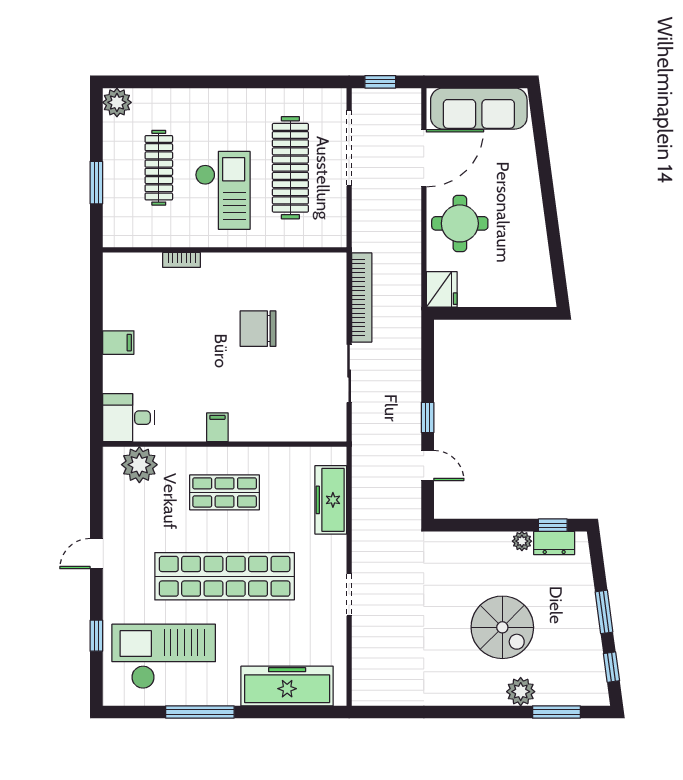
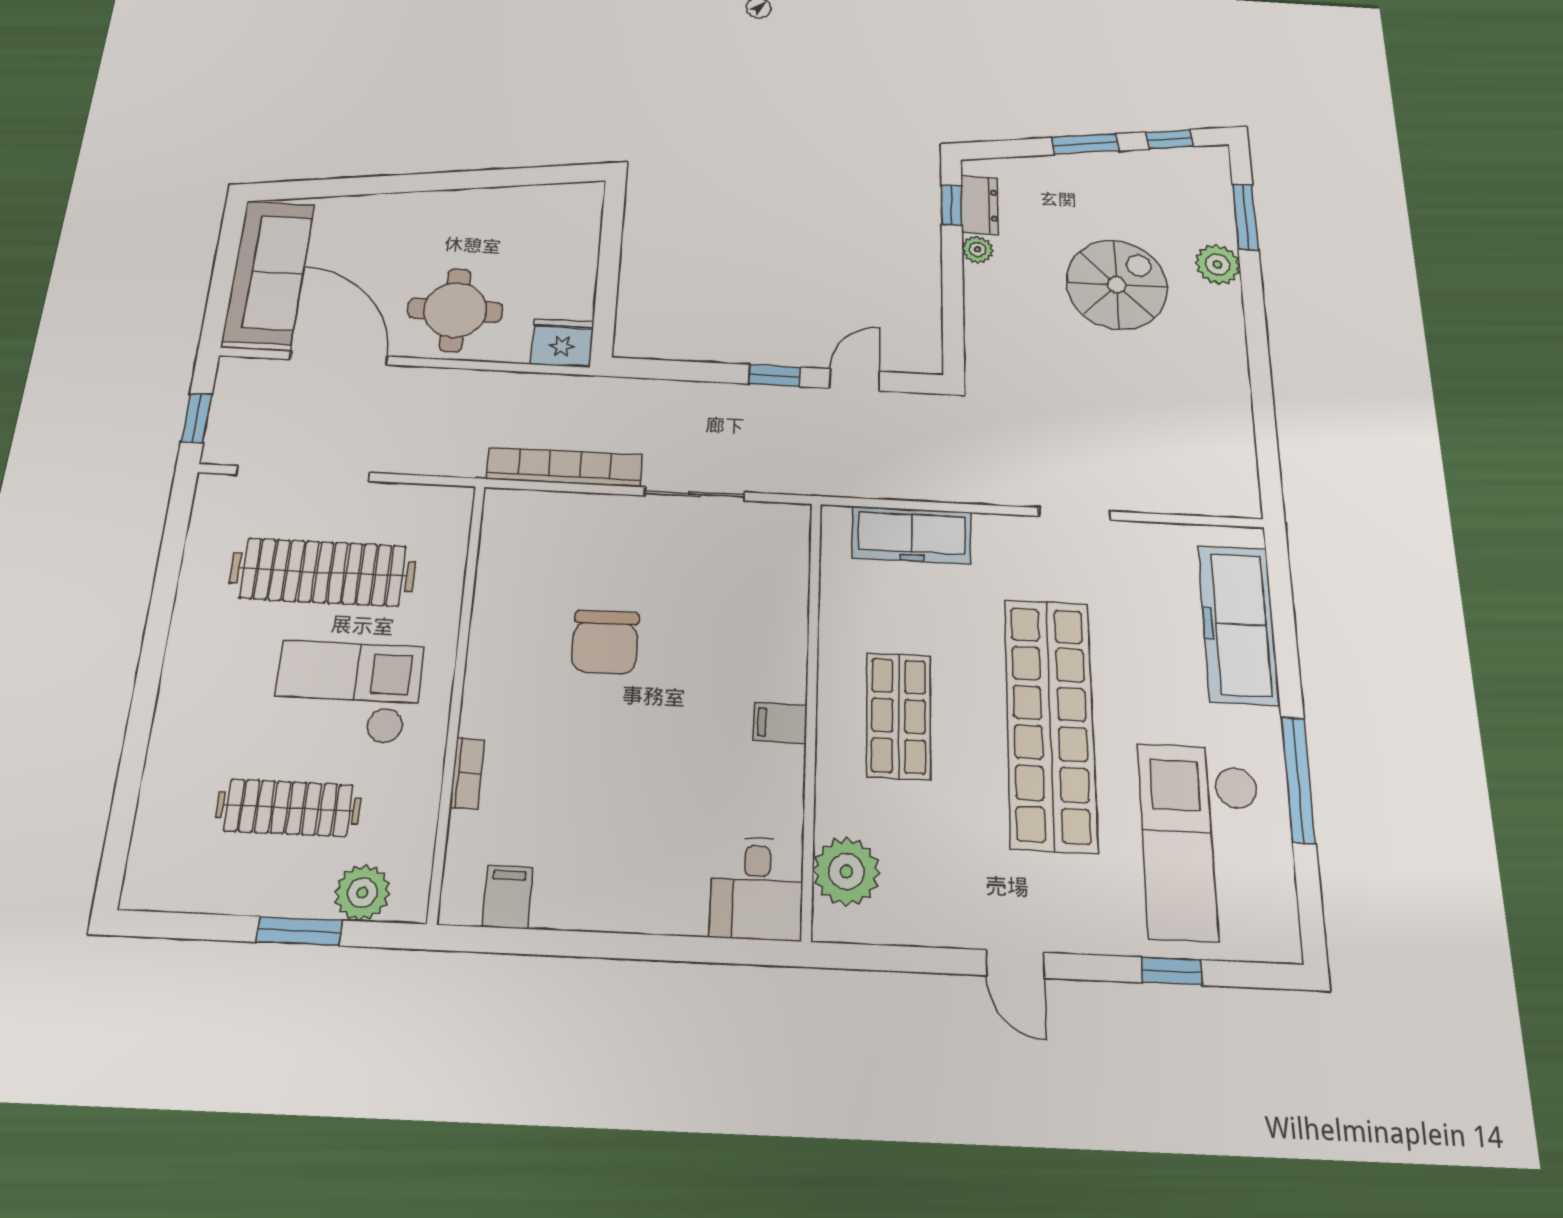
plant: (117, 102) -> (362, 893), moved
filing cabinet: (118, 343) -> (508, 897), moved

